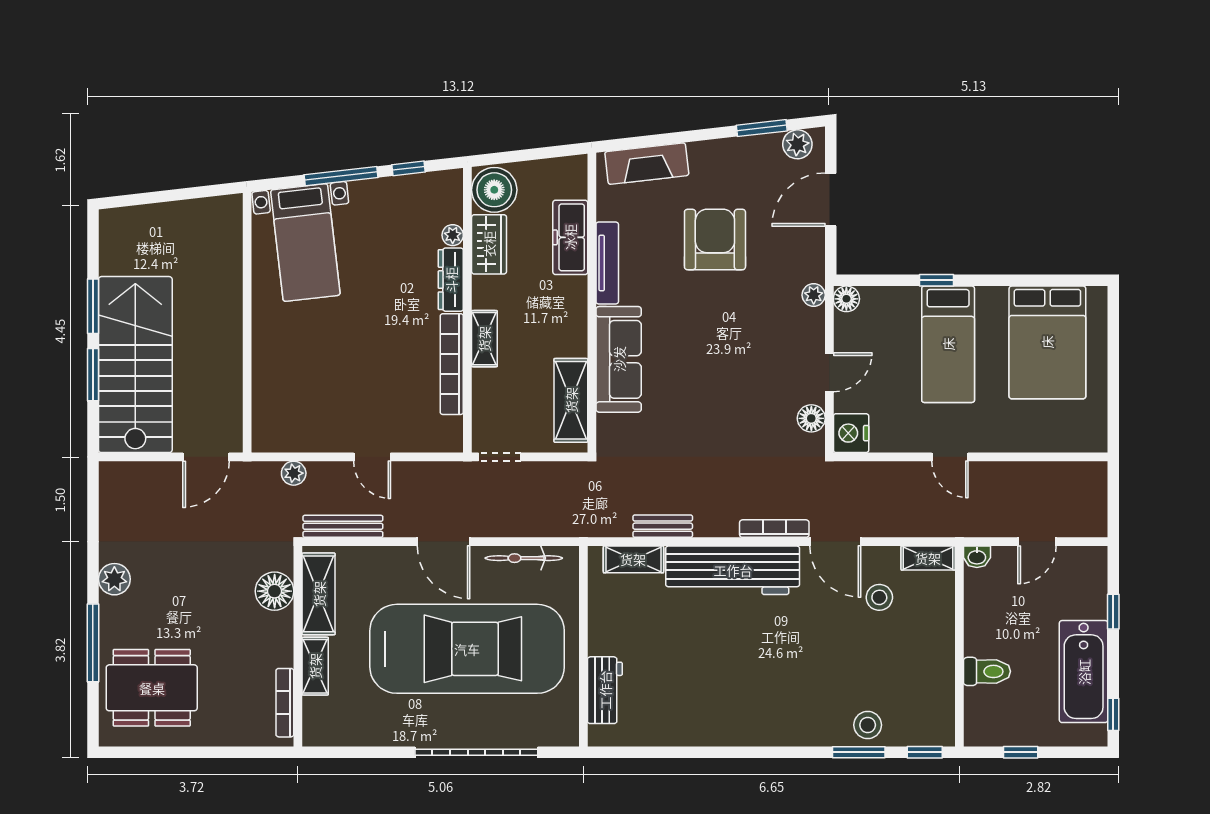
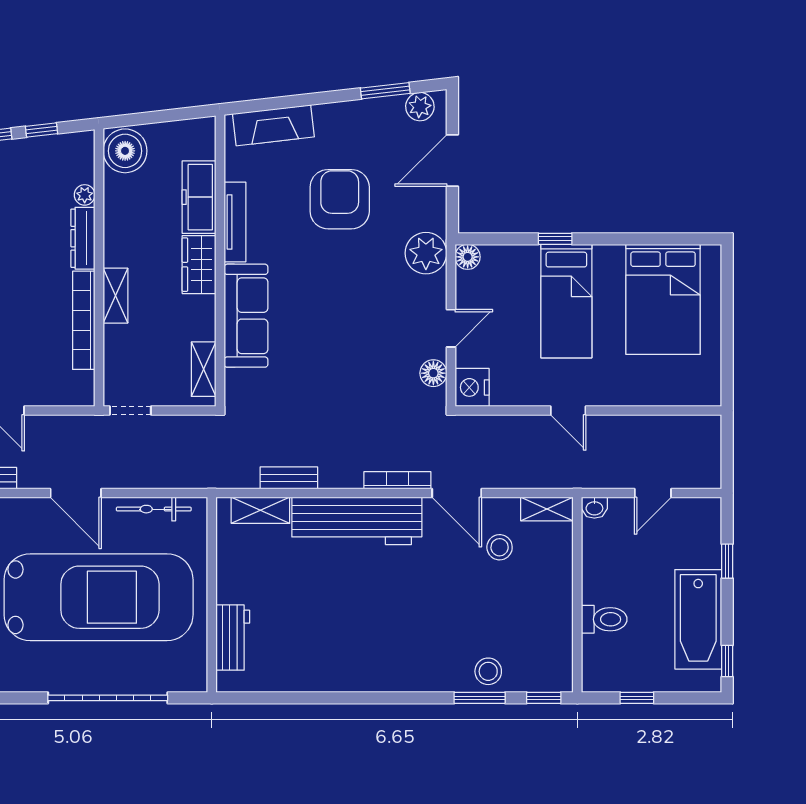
wardrobe: (489, 244) -> (199, 265), moved, turned 180
plant: (814, 295) -> (426, 253), width x1.87, depth x1.87
shelving: (571, 400) -> (204, 369), width x0.67, depth x0.75

